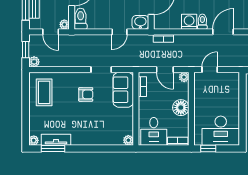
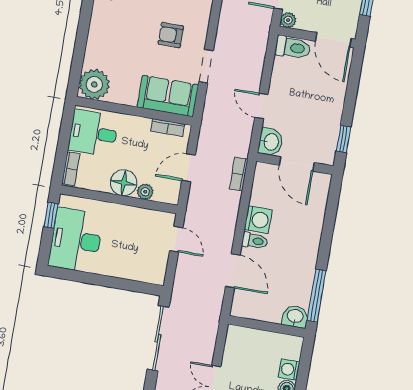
plant: (184, 77) -> (145, 192), moved
armchair: (86, 94) -> (171, 35), turned 90
plant: (128, 140) -> (94, 84), width x1.88, depth x1.88

